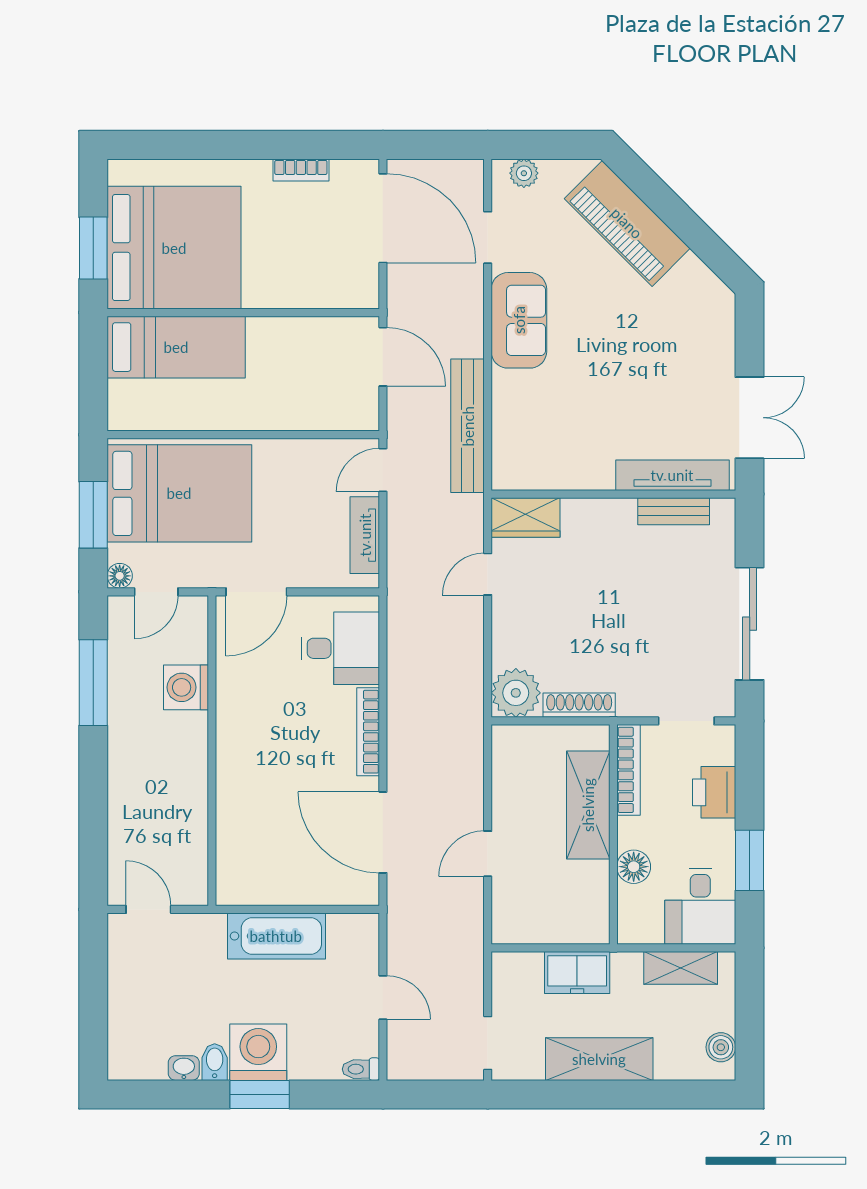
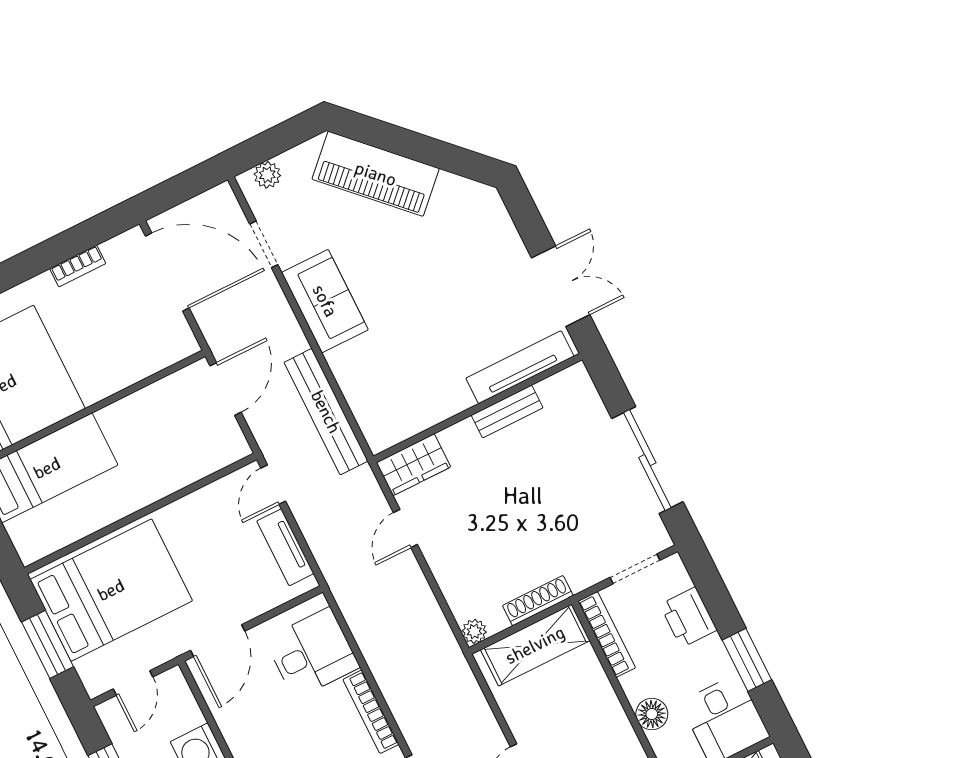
door: (383, 357) -> (226, 389), hinge flipped
bench: (674, 511) -> (507, 412), moved
floor lamp: (120, 576) -> (96, 685), removed
plant: (516, 693) -> (474, 631), width x0.53, depth x0.53
shelving: (588, 805) -> (535, 645), moved, turned 90

